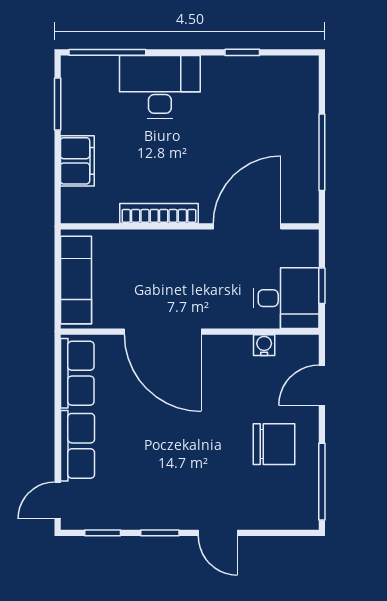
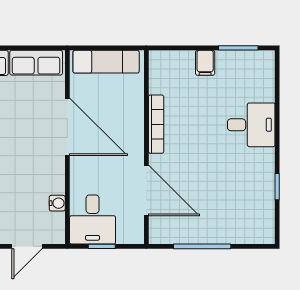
window: (107, 52) -> (277, 85), removed
desk: (160, 87) -> (251, 125), width x0.73
filing cabinet: (77, 161) -> (205, 63), width x0.50
door: (163, 332) -> (67, 127), swing flipped
door: (322, 385) -> (27, 246), swing flipped

